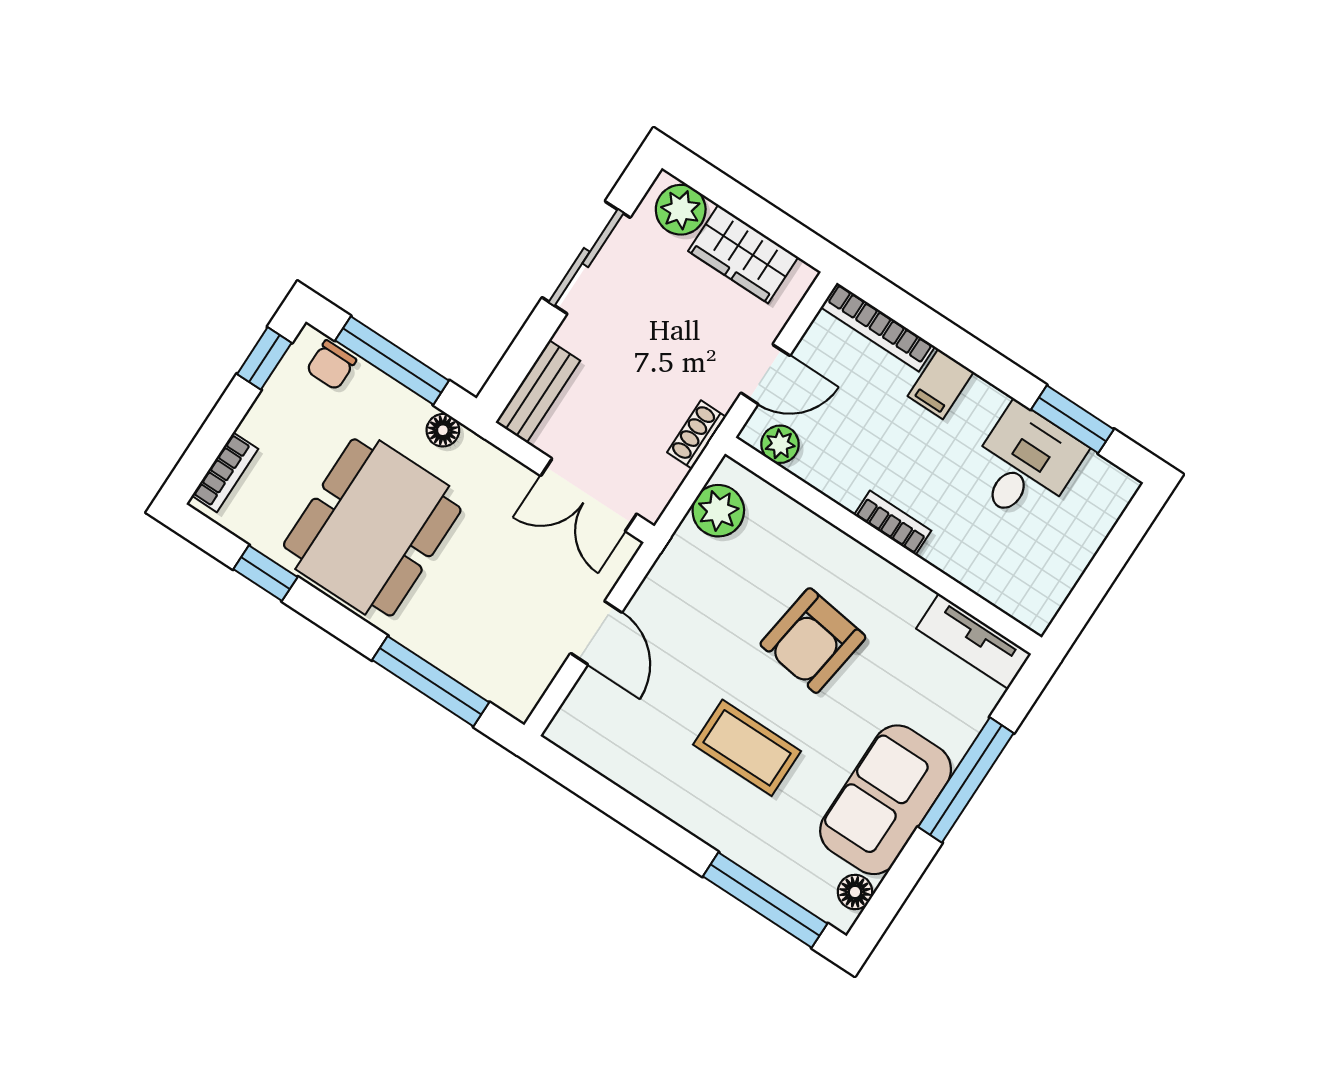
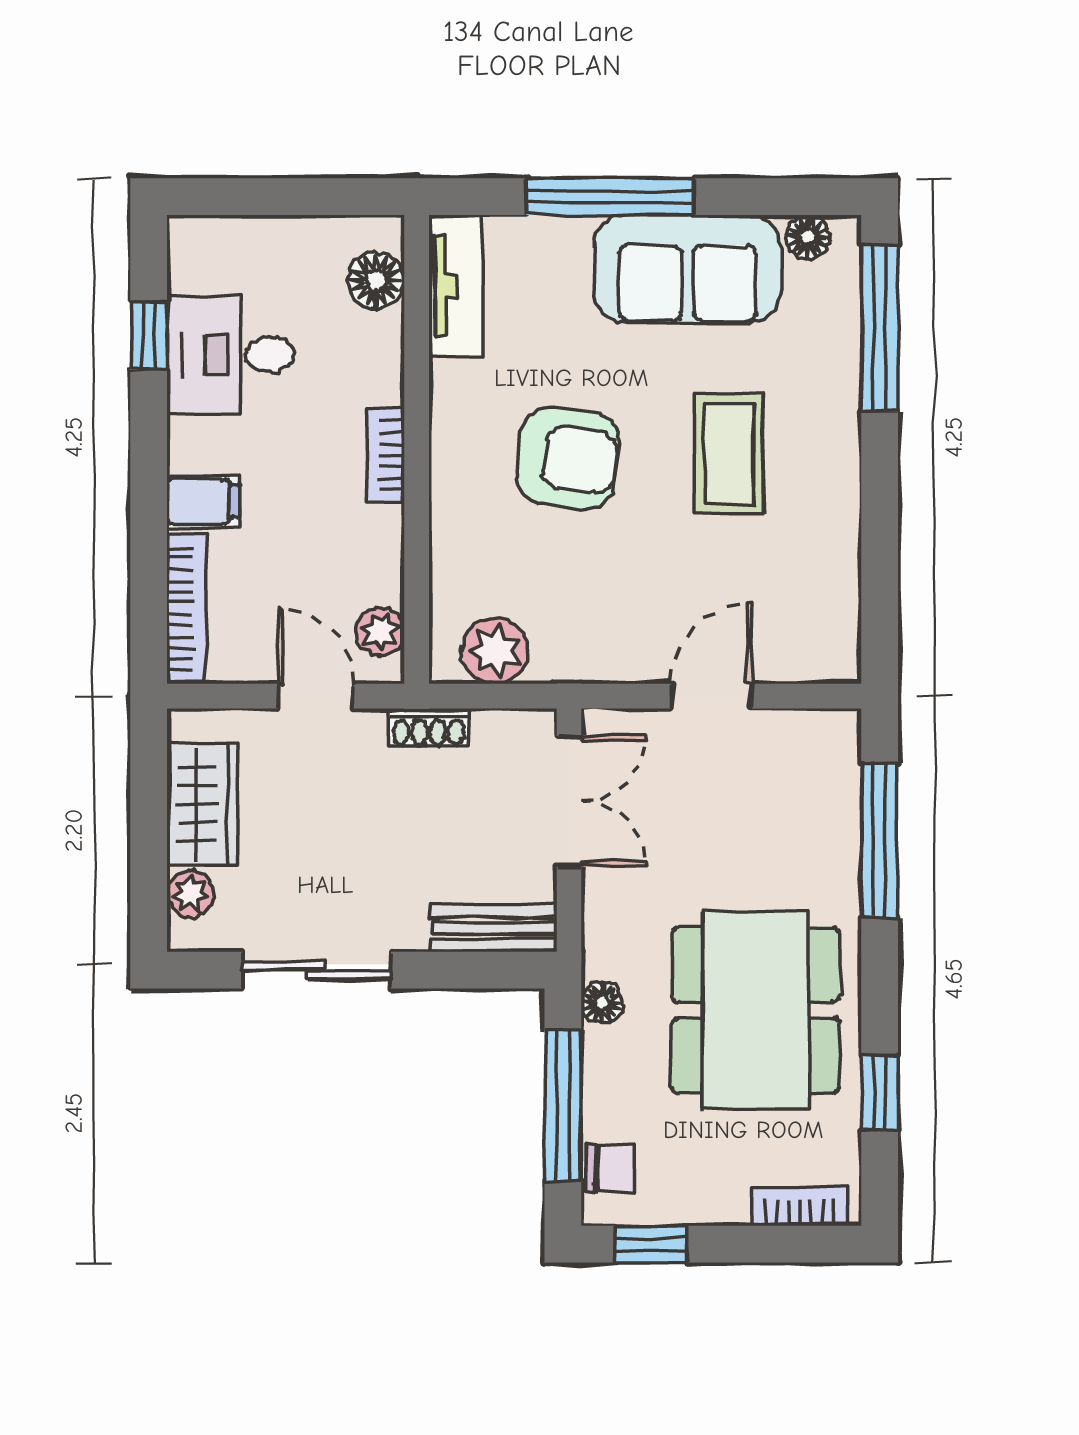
plant: (681, 210) -> (190, 894), width x0.73, depth x0.73
window: (1072, 419) -> (149, 335), width x0.67
dining table: (372, 527) -> (756, 1010), turned 90
floor lamp: (1011, 591) -> (376, 280), added

